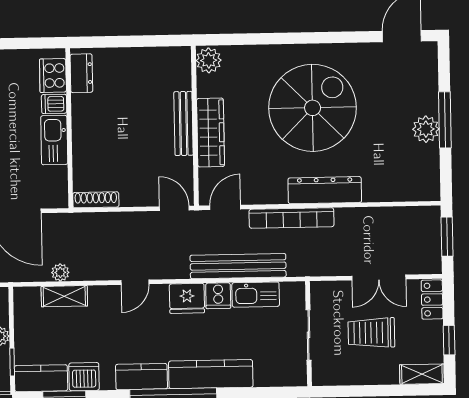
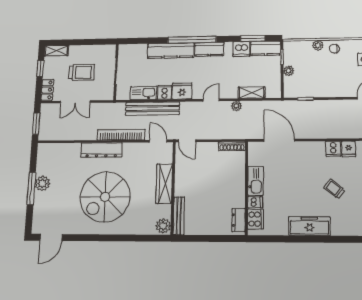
bench: (184, 123) -> (179, 216), moved
door: (225, 207) -> (158, 141), swing flipped
plant: (60, 272) -> (236, 106), moved
double door: (379, 278) -> (75, 102), swing flipped

